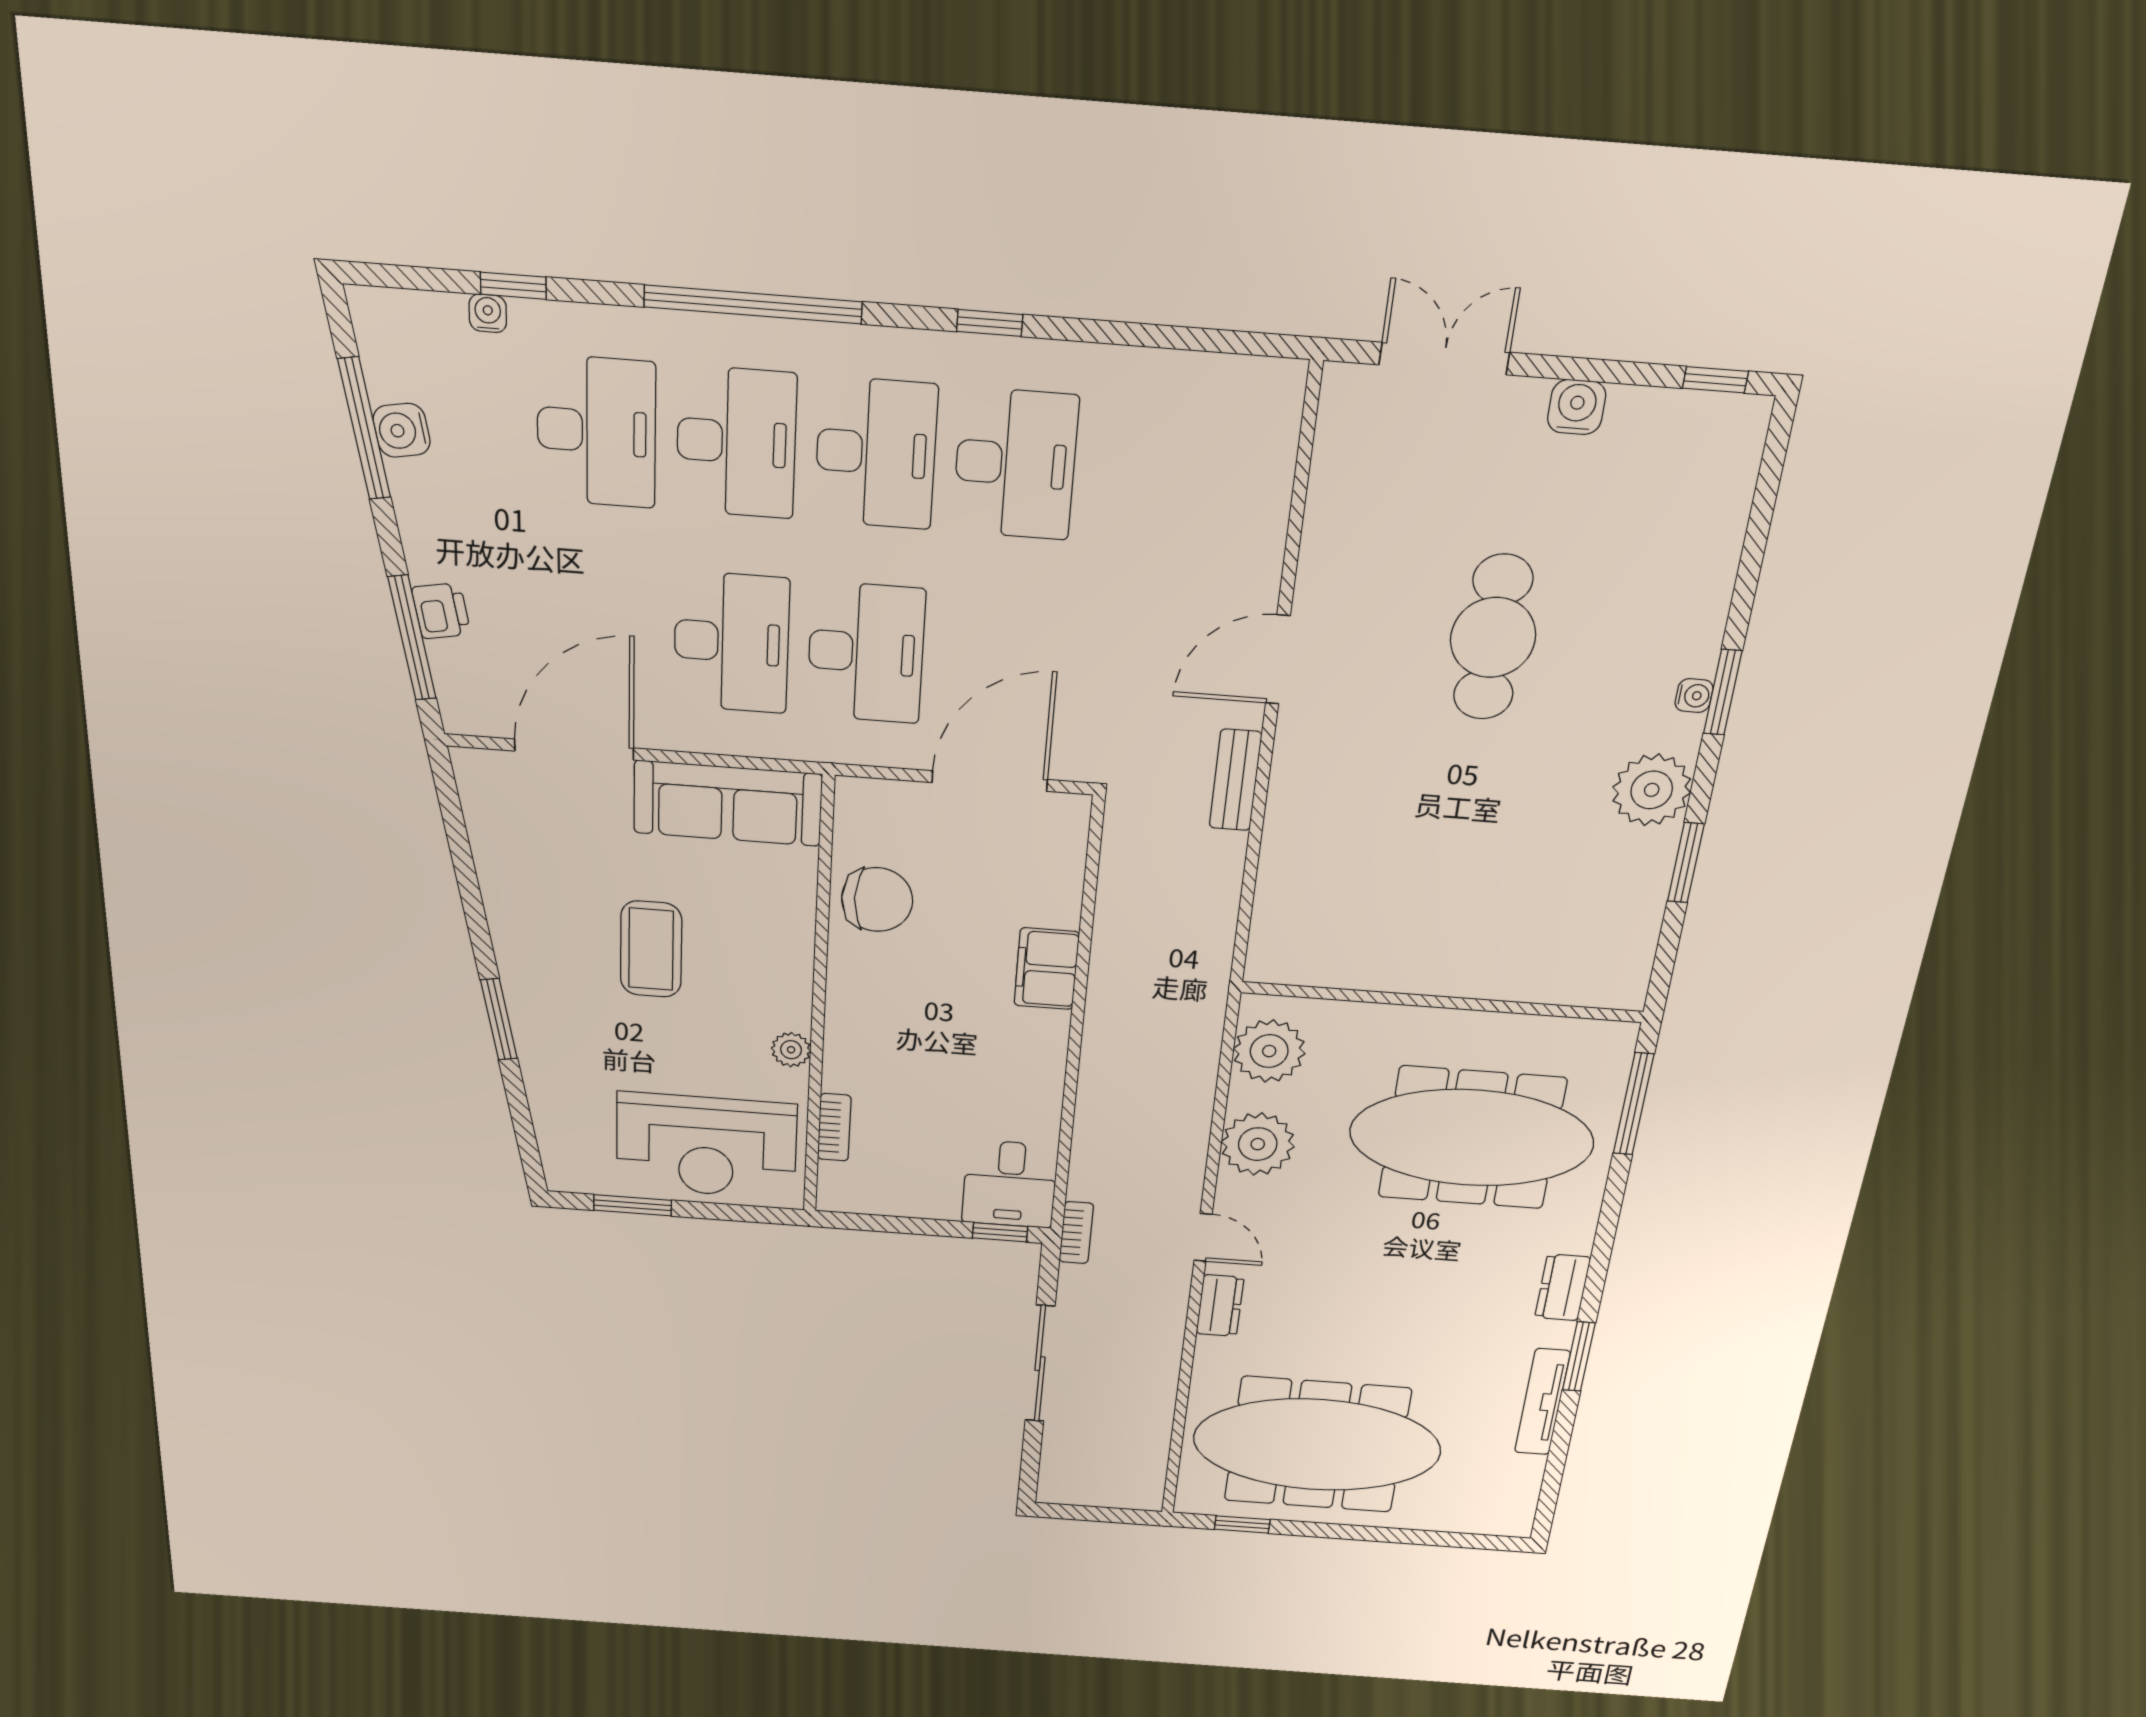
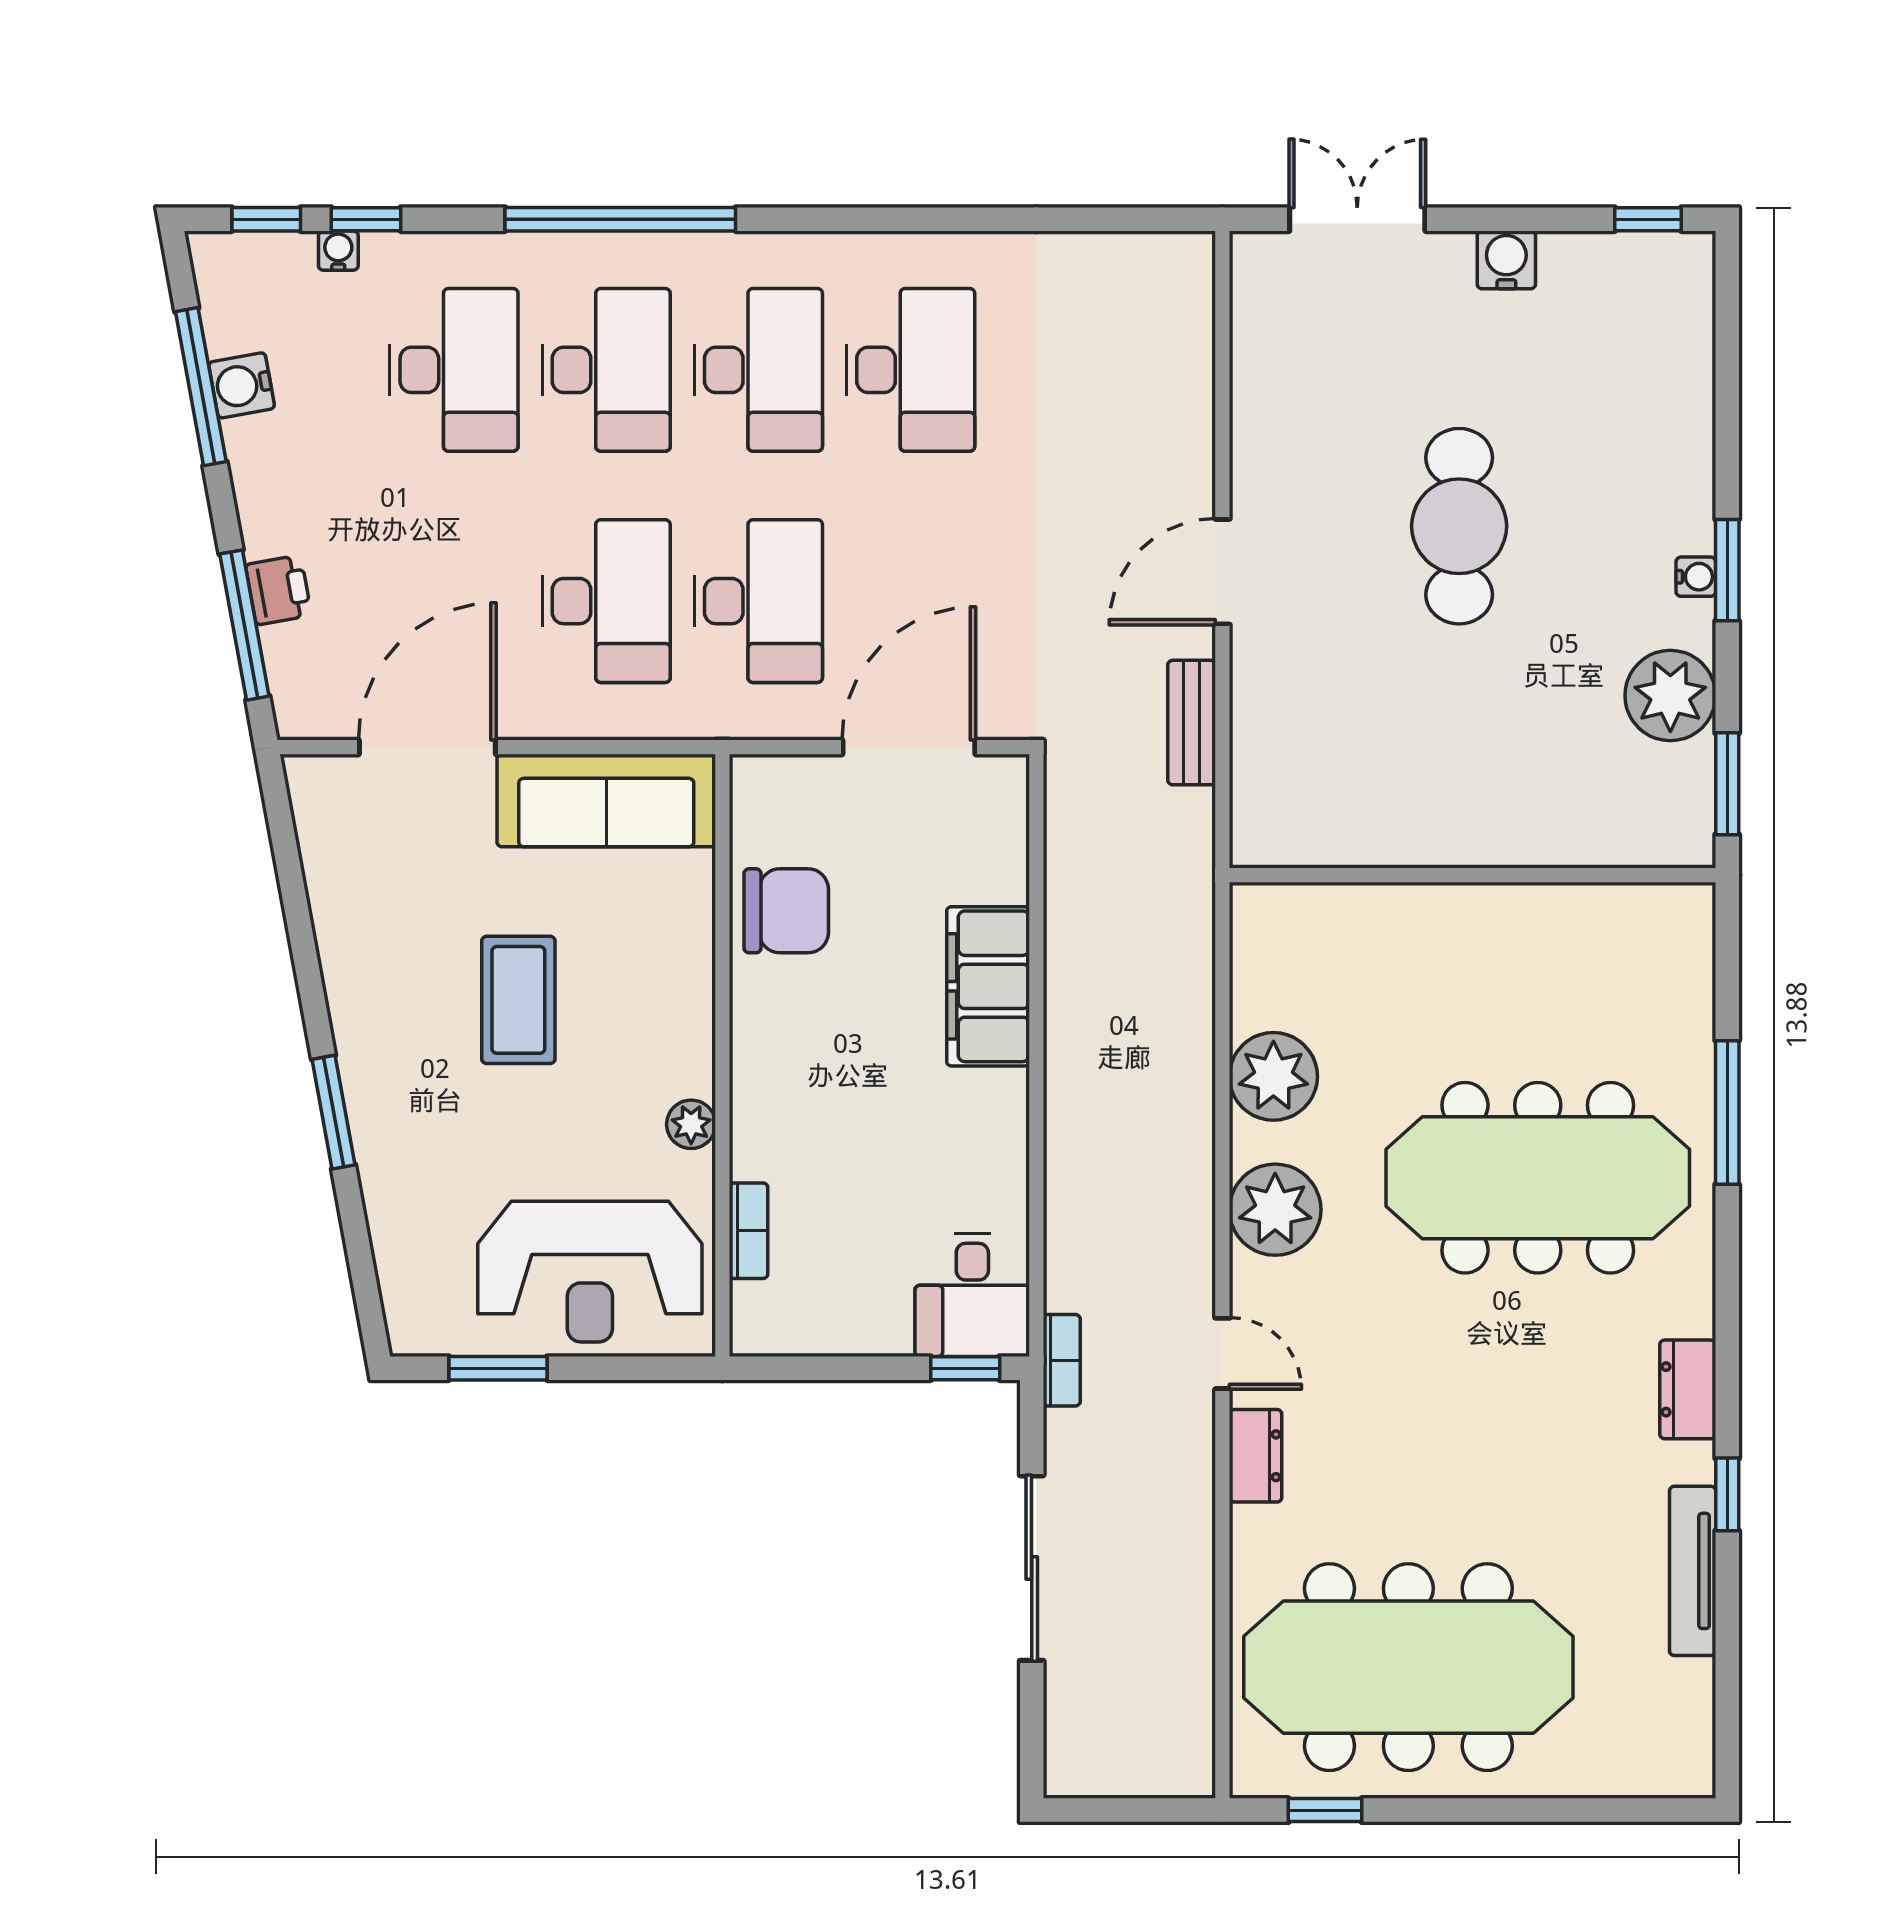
window: (990, 323) -> (266, 219), moved
filing cabinet: (1047, 969) -> (988, 986), width x1.50, depth x1.17
wall: (1442, 1002) -> (1472, 875), moved
window: (1579, 1356) -> (1727, 1494), width x0.67

